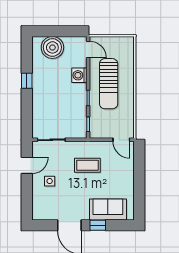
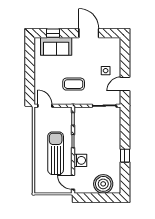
window: (98, 225) -> (53, 33), moved

